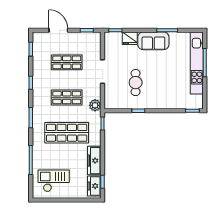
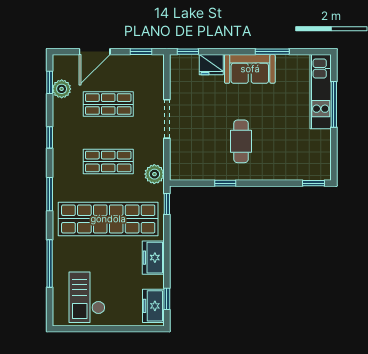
door: (58, 30) -> (95, 52), swing flipped
plant: (38, 53) -> (62, 89), added
kitchen unit: (197, 63) -> (321, 92), width x0.73
cafe table: (136, 83) -> (241, 141), moved
shop shelf: (67, 133) -> (108, 219), width x1.40
freezer: (94, 161) -> (153, 258), width x0.71
checkout: (54, 181) -> (87, 297), turned -90

